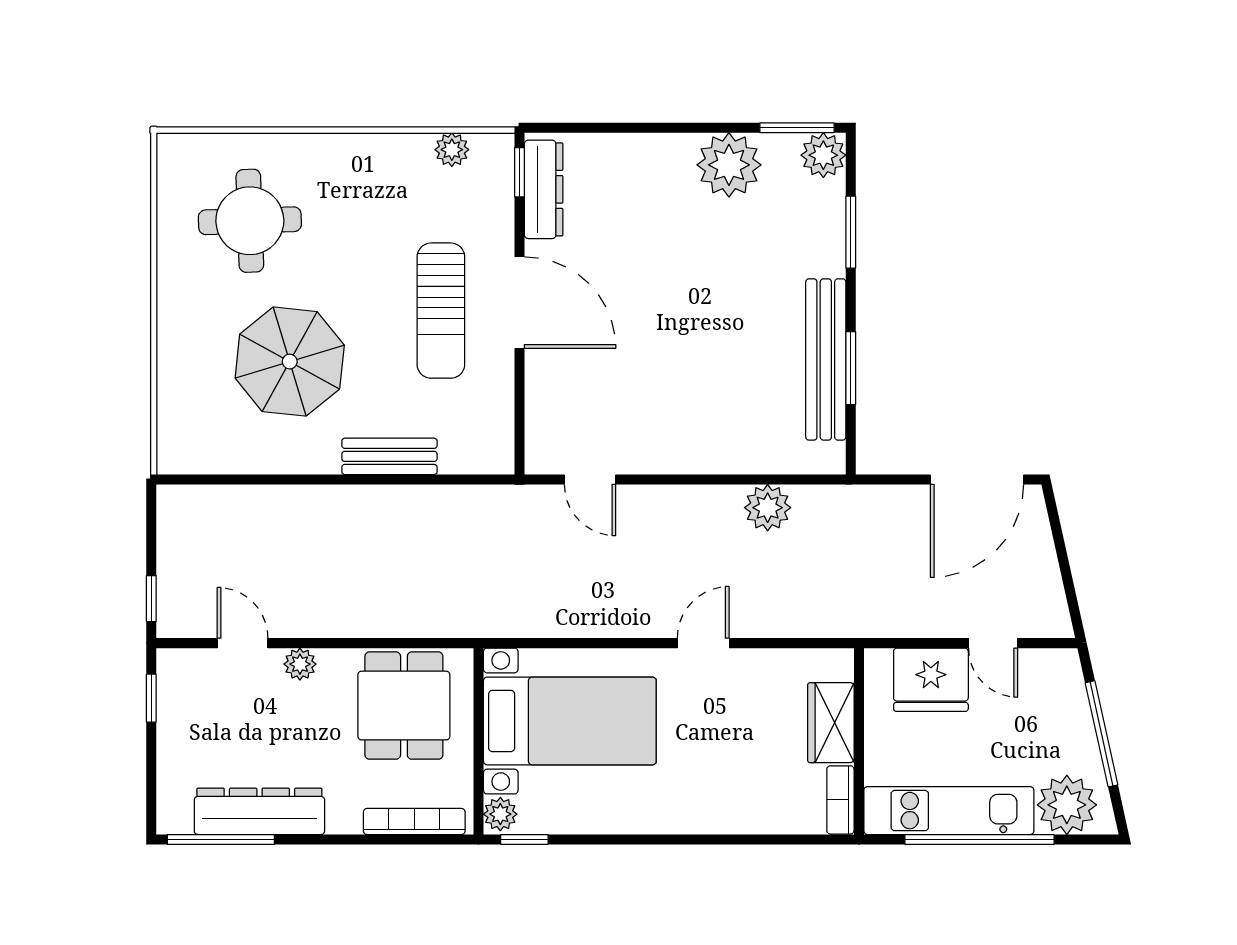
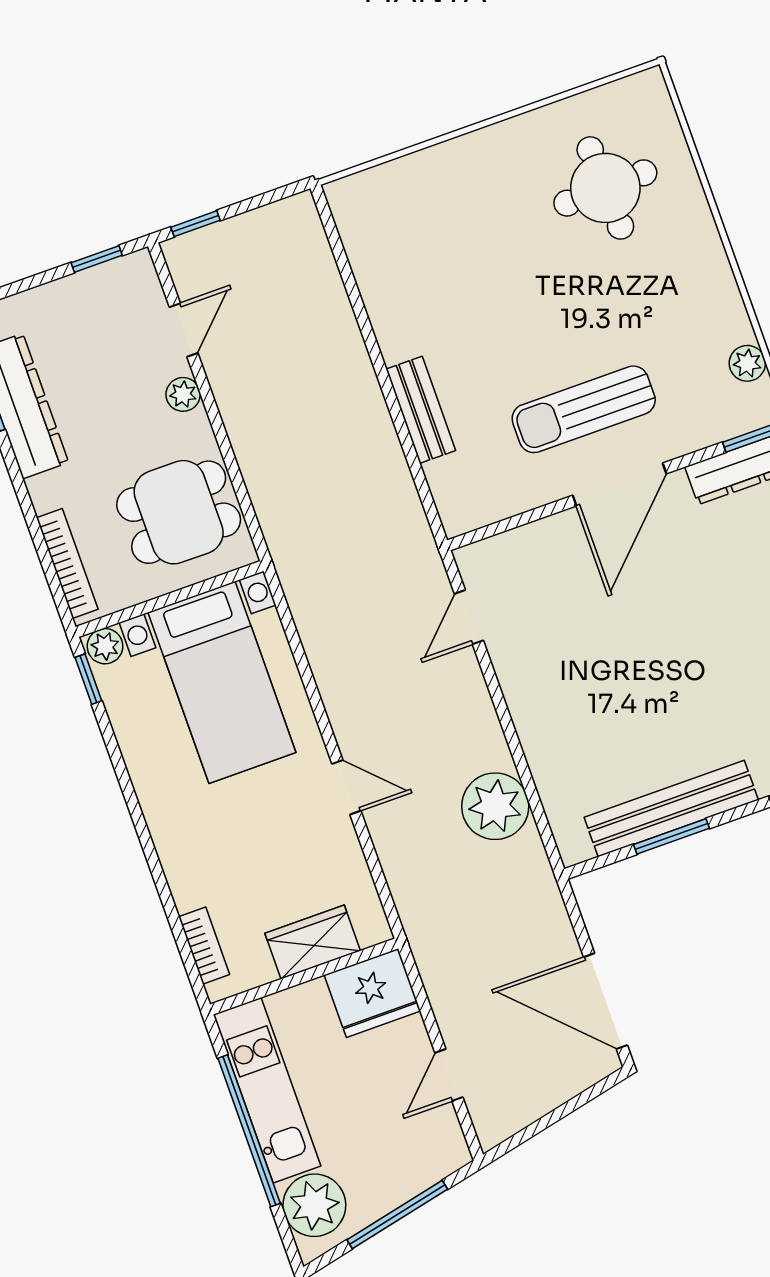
parasol: (290, 362) -> (480, 277), removed
plant: (768, 508) -> (495, 806), width x1.36, depth x1.36
fridge: (931, 680) -> (372, 993), moved, turned -90
bookcase: (840, 800) -> (204, 946), moved, turned 90

